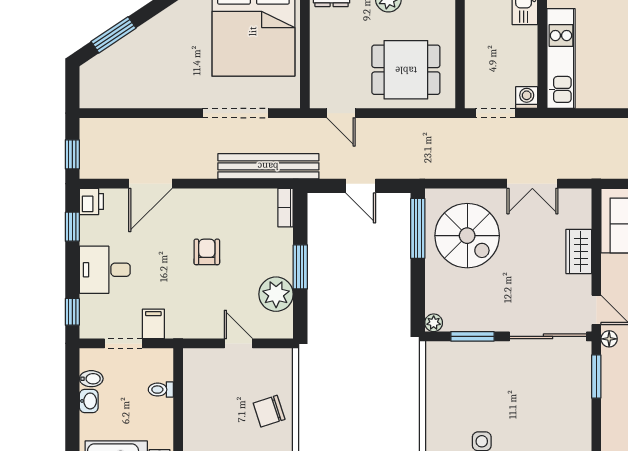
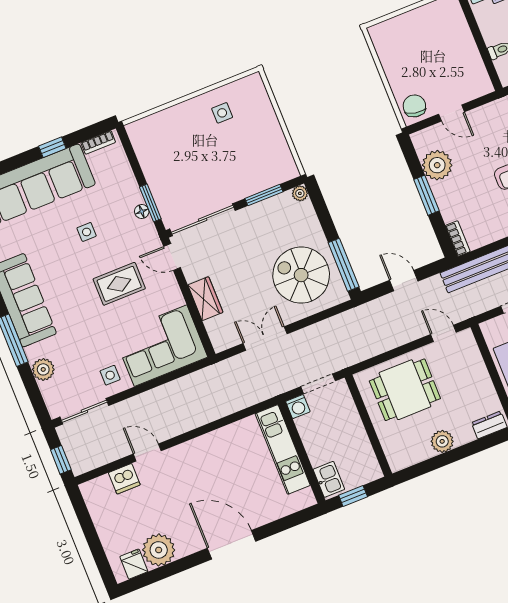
floor lamp: (609, 339) -> (142, 211), moved
chair: (269, 411) -> (414, 106), moved, turned -61

